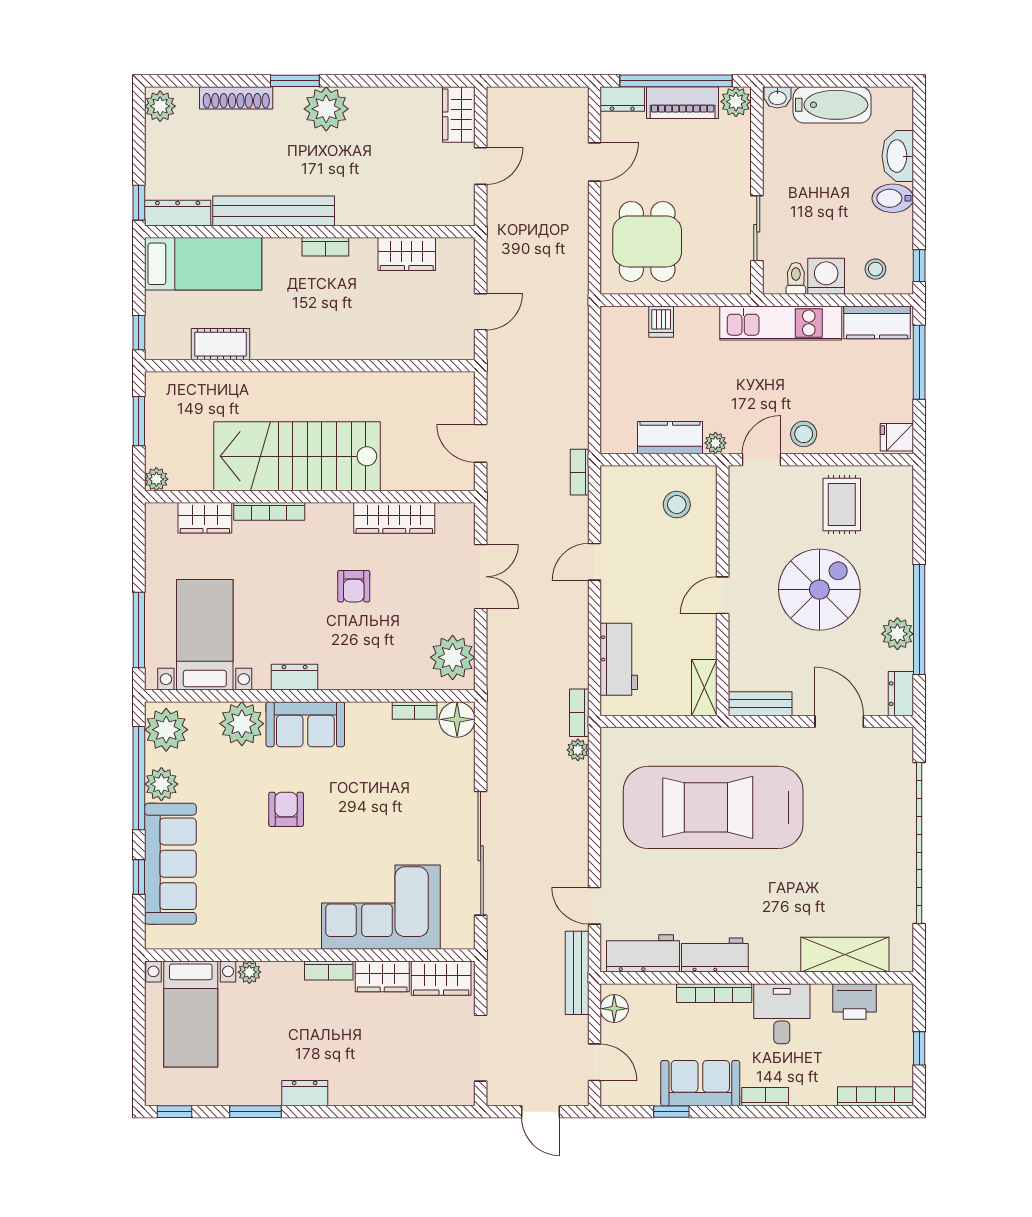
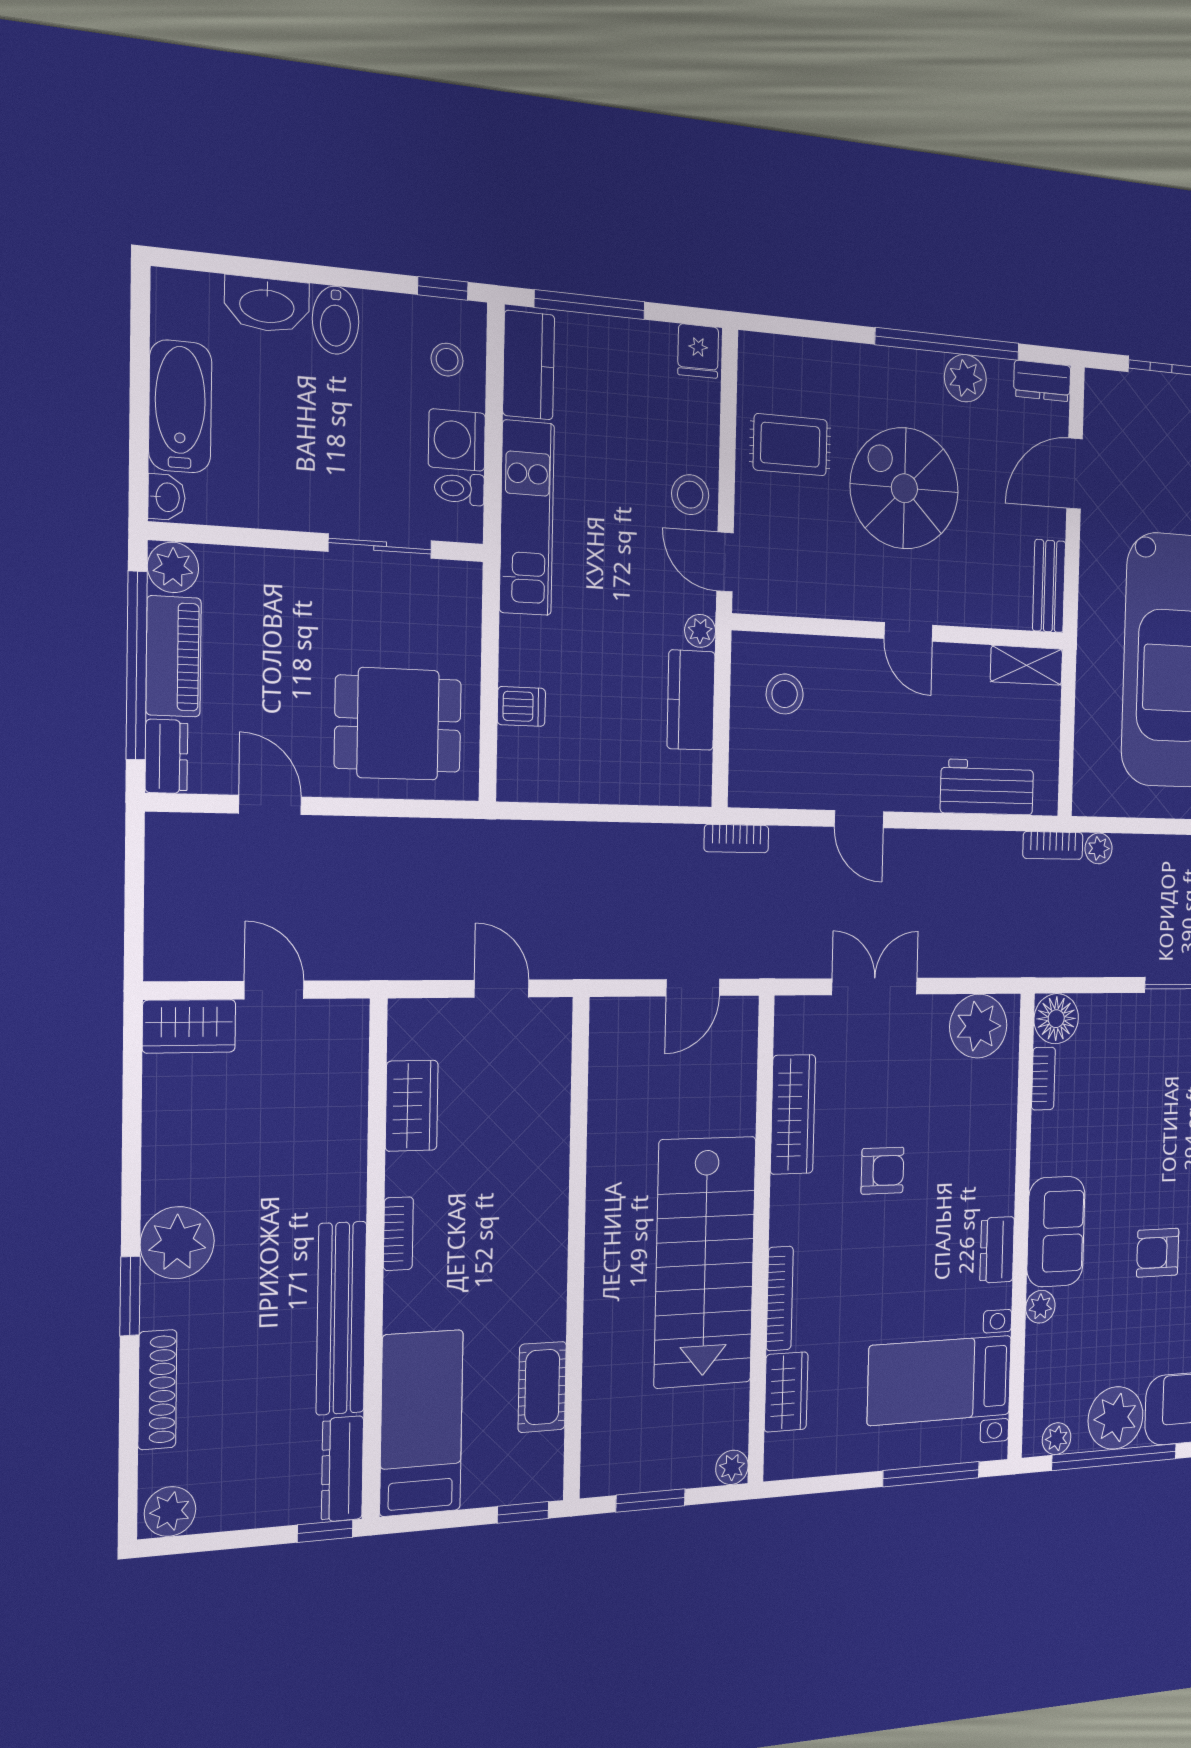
plant: (242, 724) -> (1040, 1307), width x0.53, depth x0.53
plant: (166, 730) -> (1057, 1439), width x0.53, depth x0.53
plant: (161, 784) -> (1116, 1418), width x1.36, depth x1.36

